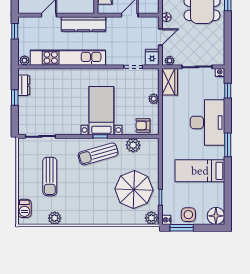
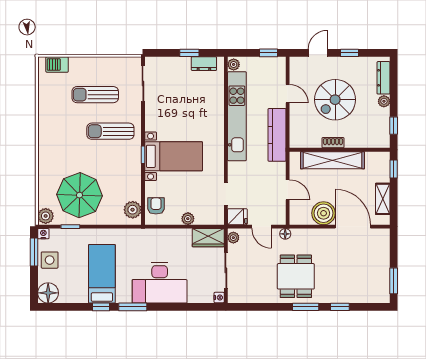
window: (228, 91) -> (101, 307), moved
plant: (133, 145) -> (133, 210), moved
sun lounger: (98, 154) -> (110, 131), moved, turned -74
plant: (55, 218) -> (46, 100), removed

